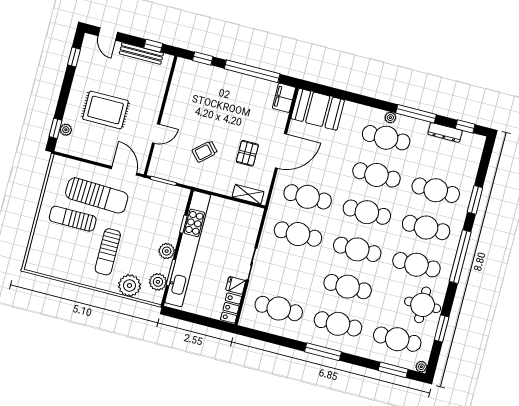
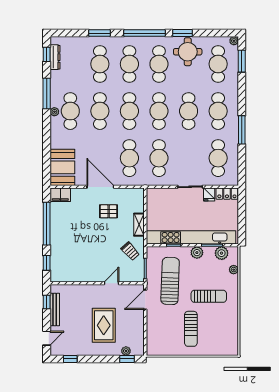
dresser: (445, 132) -> (55, 57), moved
door: (156, 134) -> (111, 283), hinge flipped
trolley: (205, 151) -> (130, 251), moved
shelving: (248, 194) -> (139, 225), moved
sun lounger: (97, 195) -> (170, 281), moved
plant: (129, 285) -> (234, 270), width x0.53, depth x0.53
window: (442, 329) -> (183, 33), moved
window: (323, 352) -> (242, 130), moved

